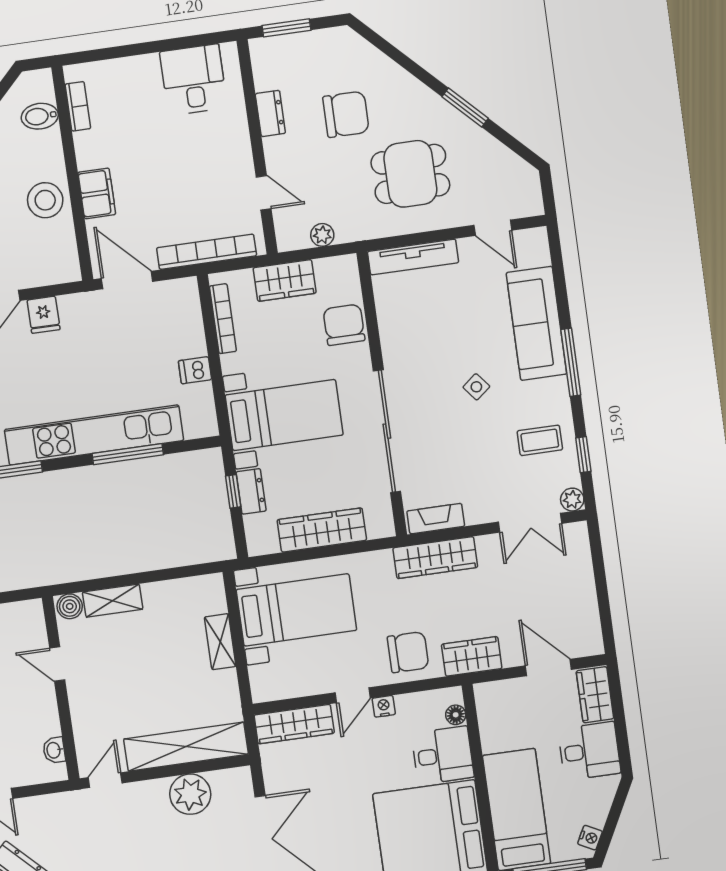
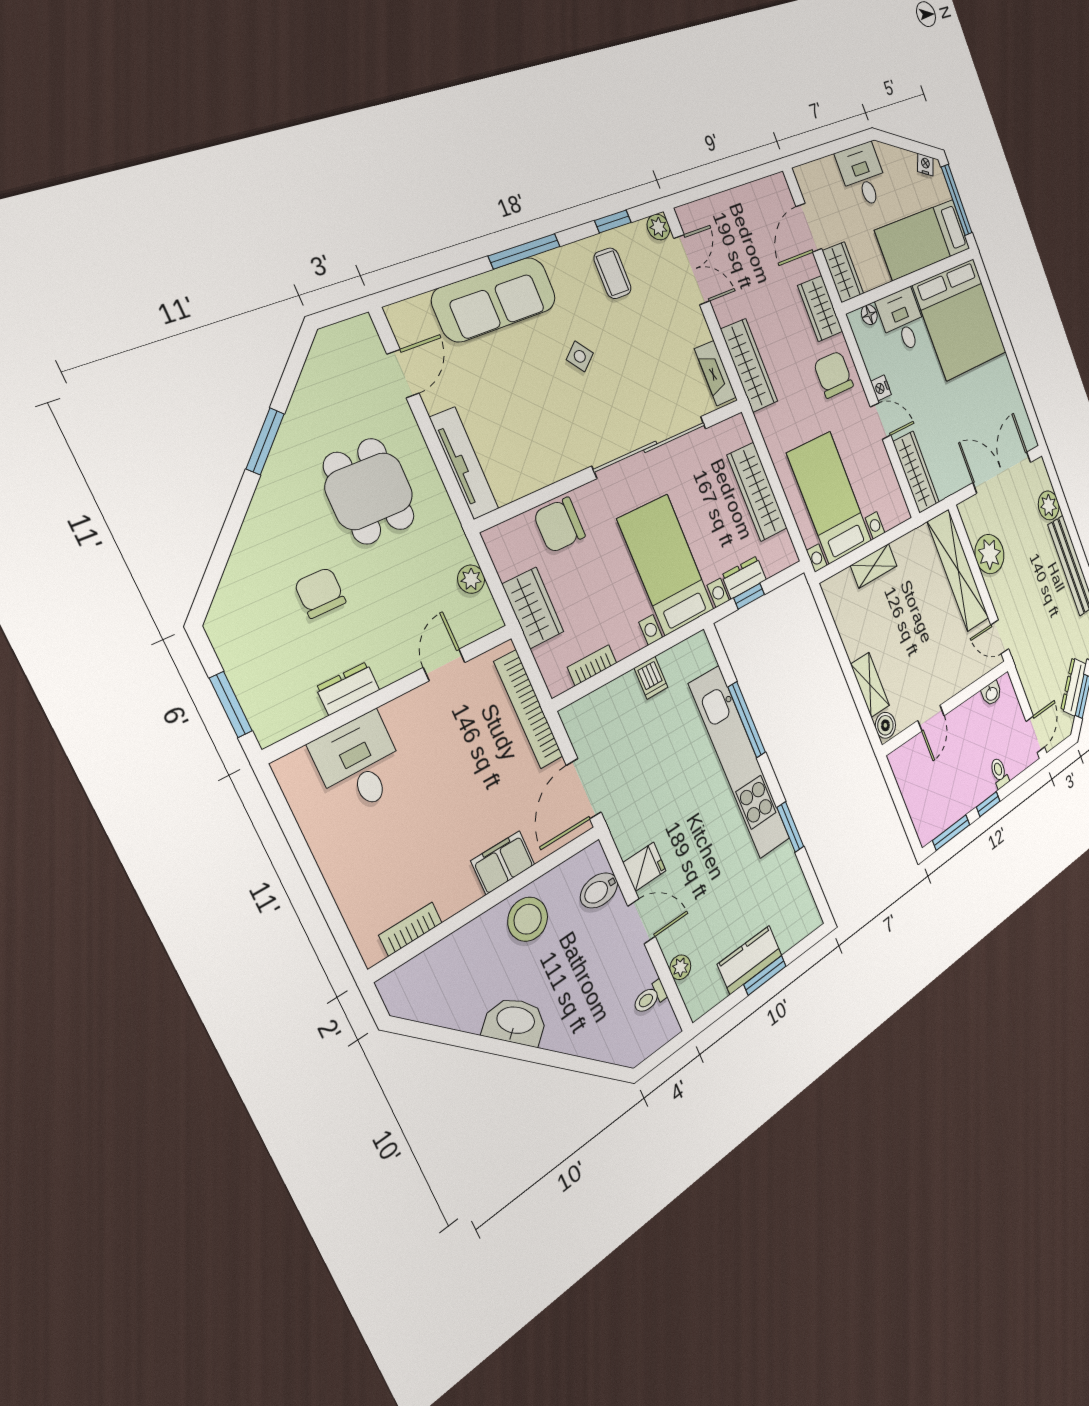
desk: (193, 80) -> (359, 763), moved, turned 90
chair: (346, 114) -> (320, 593), width x0.73, depth x0.73
bidet: (40, 116) -> (599, 890), moved, turned 90
bookcase: (223, 319) -> (592, 665), width x0.64
wardrobe: (595, 695) -> (843, 272), moved, turned -90

